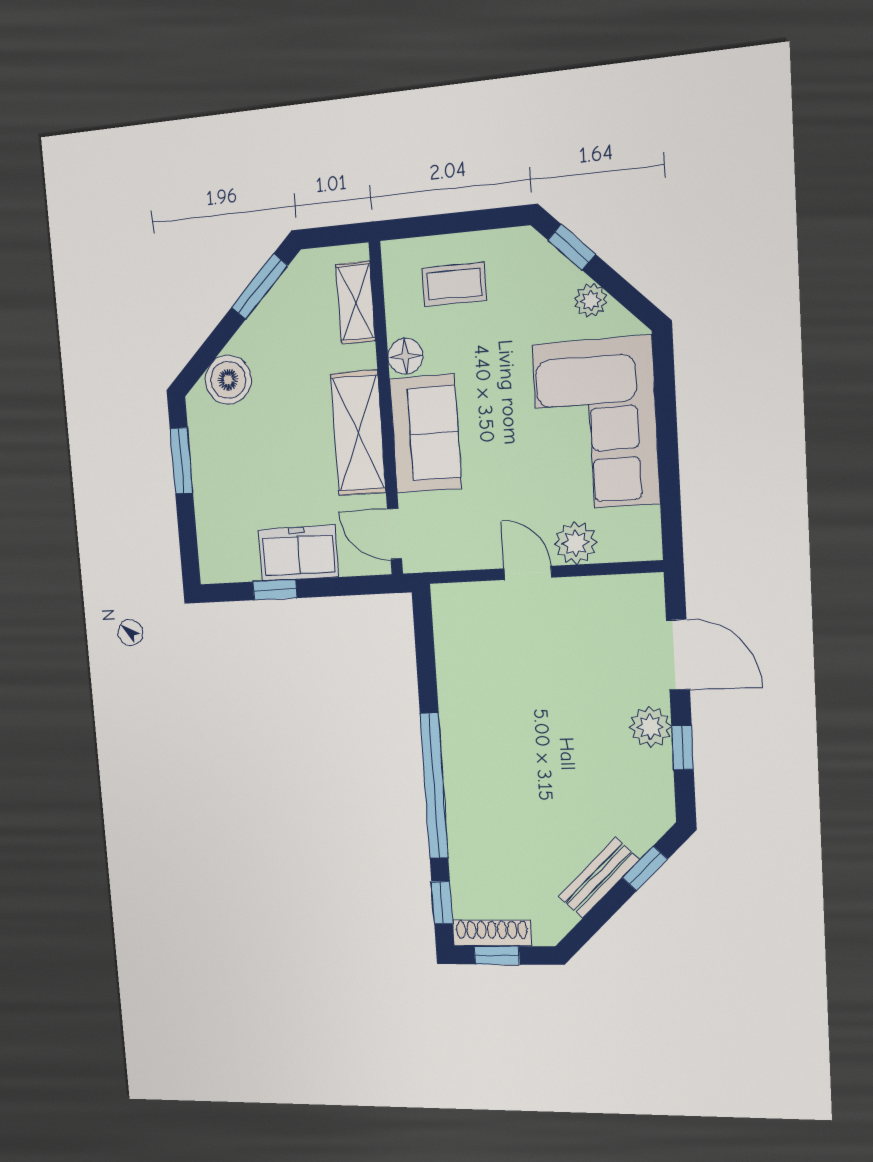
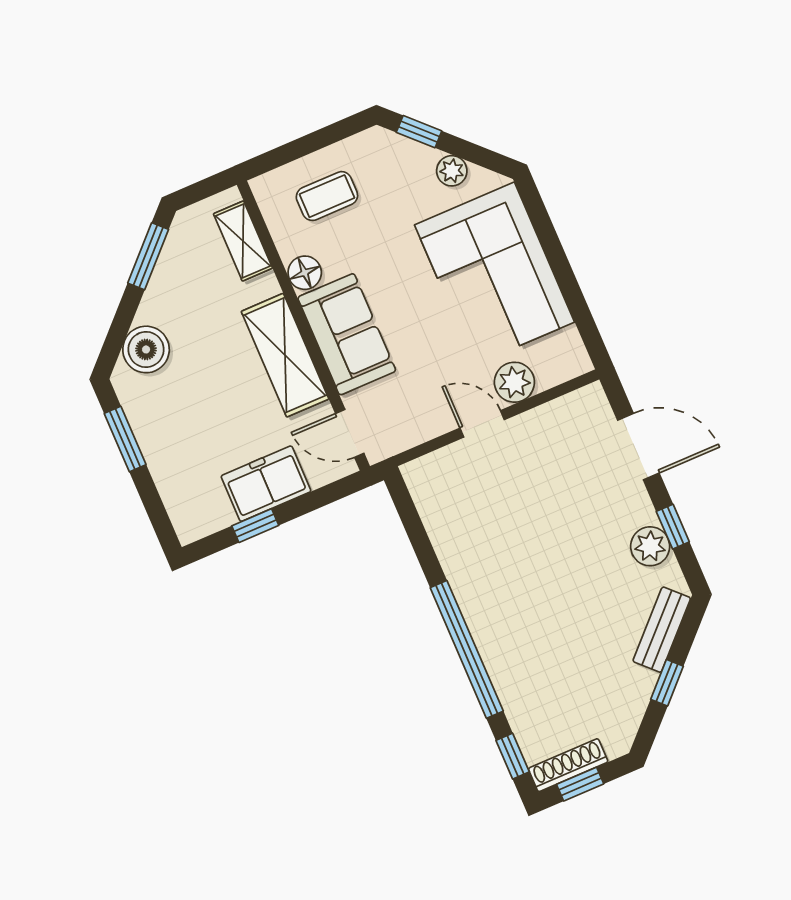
plant: (650, 727) -> (650, 546), moved
window: (645, 868) -> (667, 683), moved
bench: (599, 878) -> (662, 630), moved

